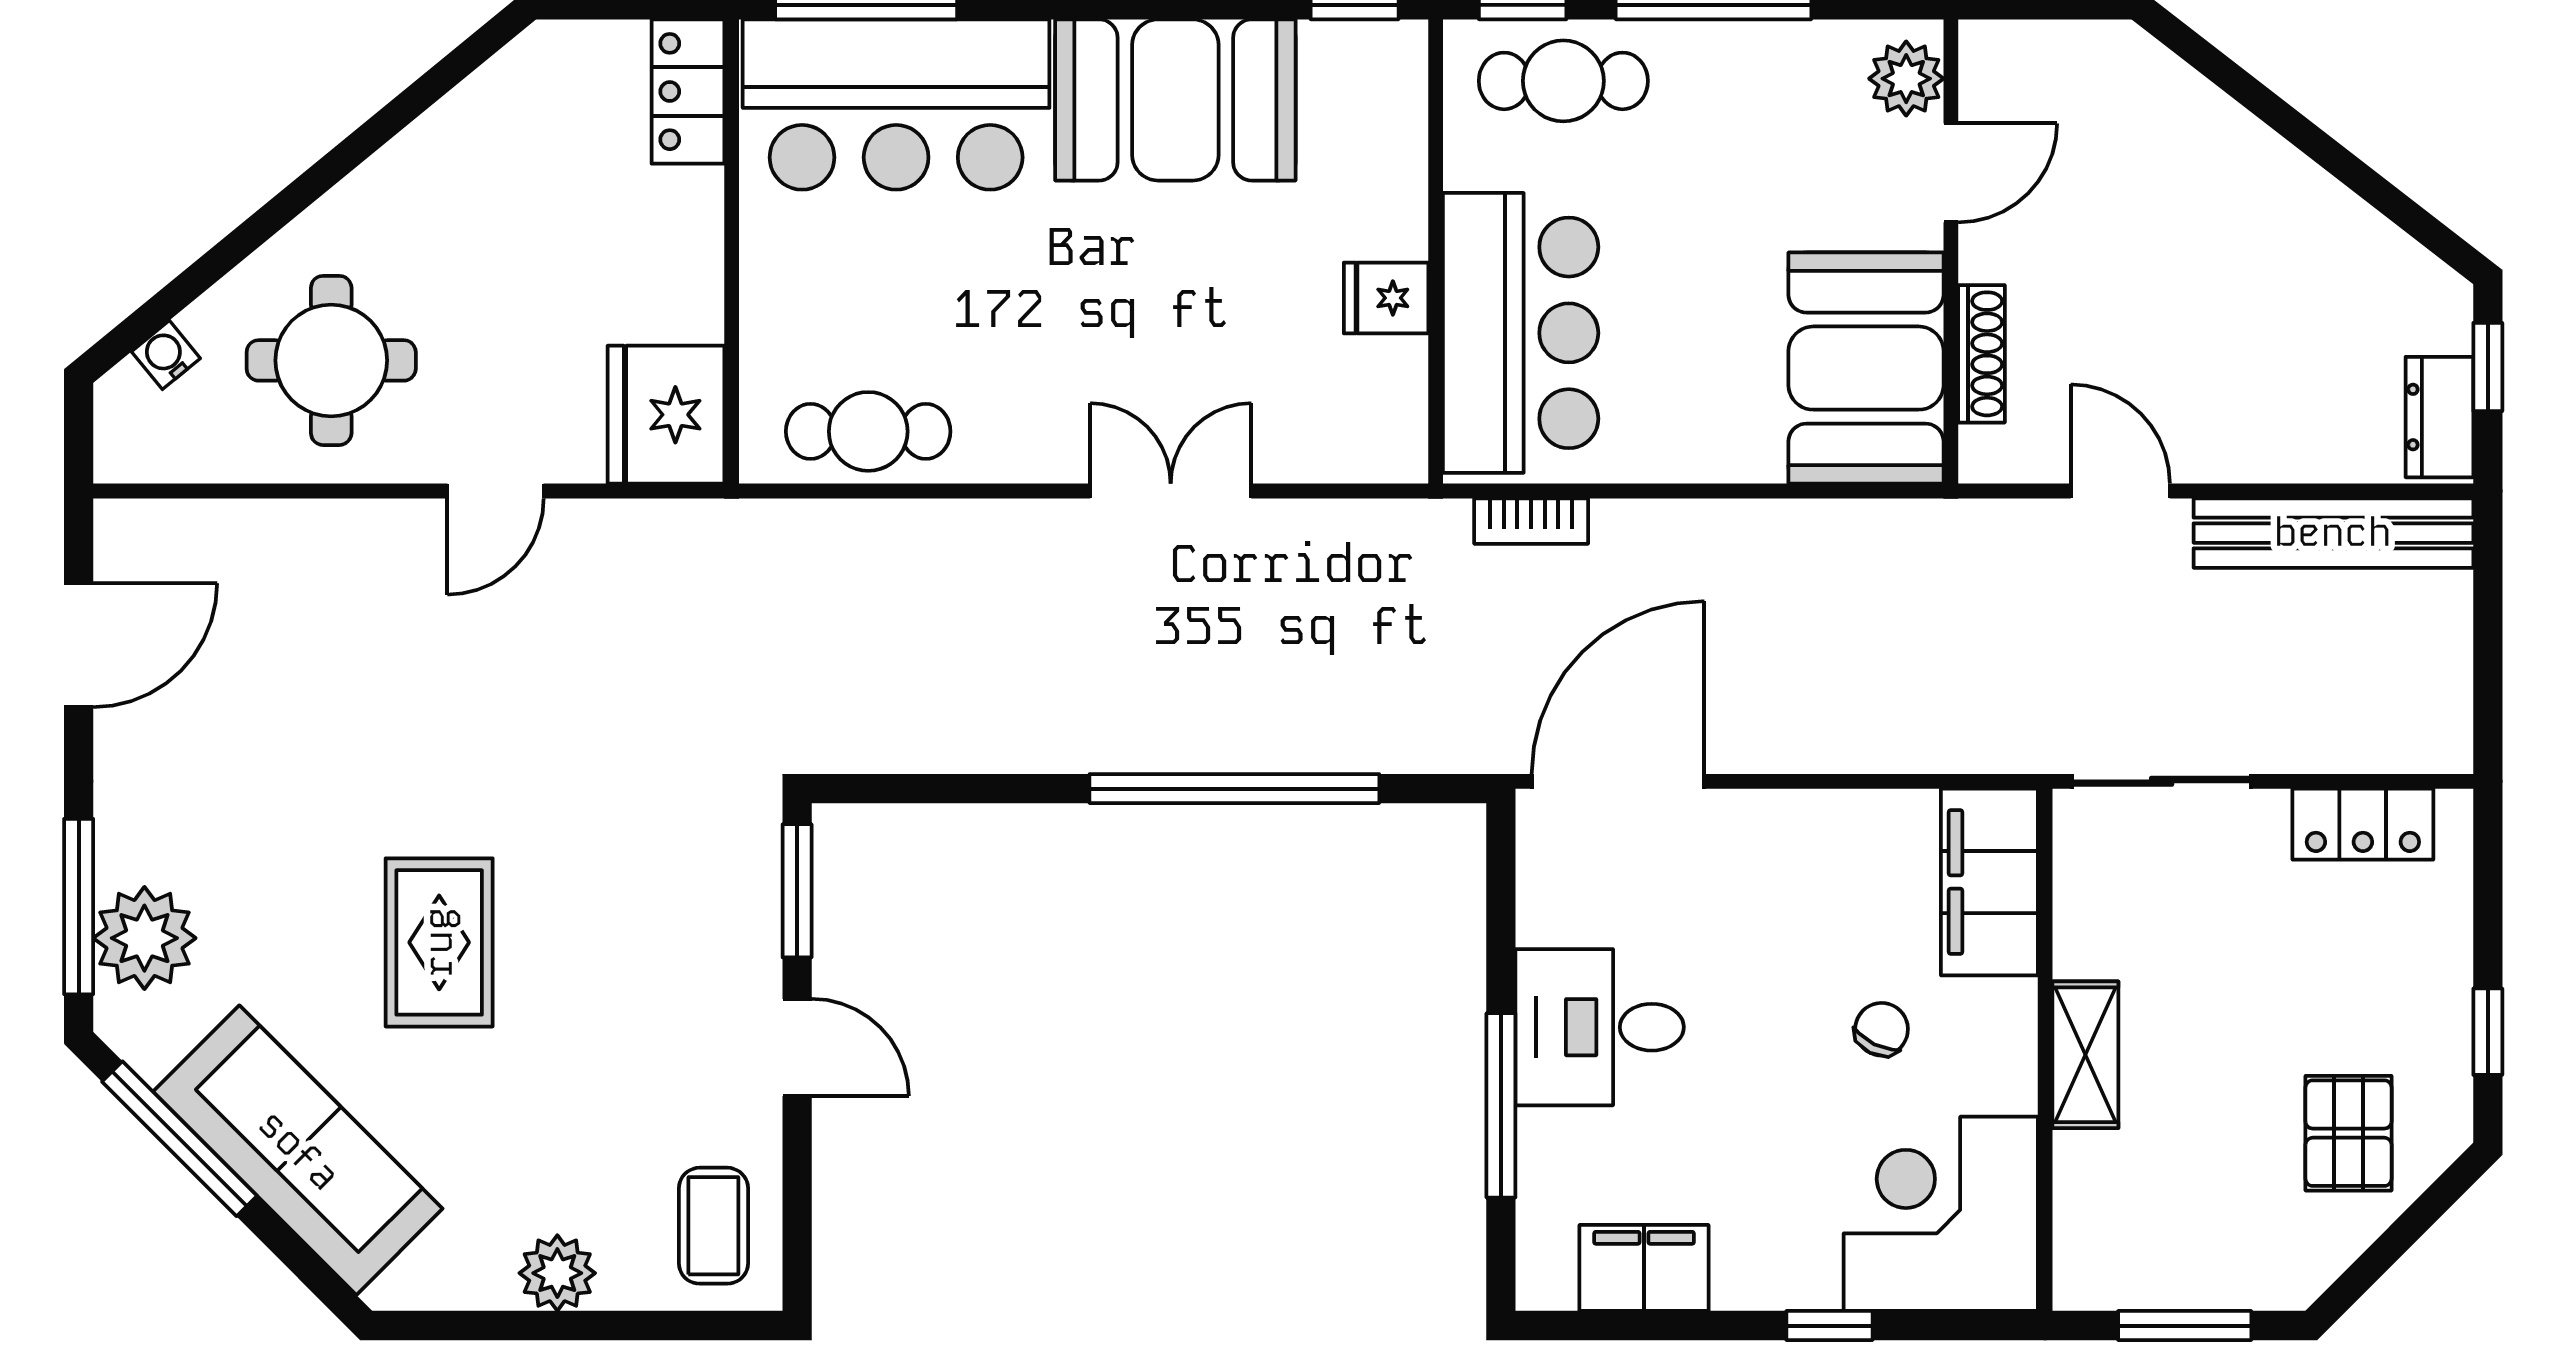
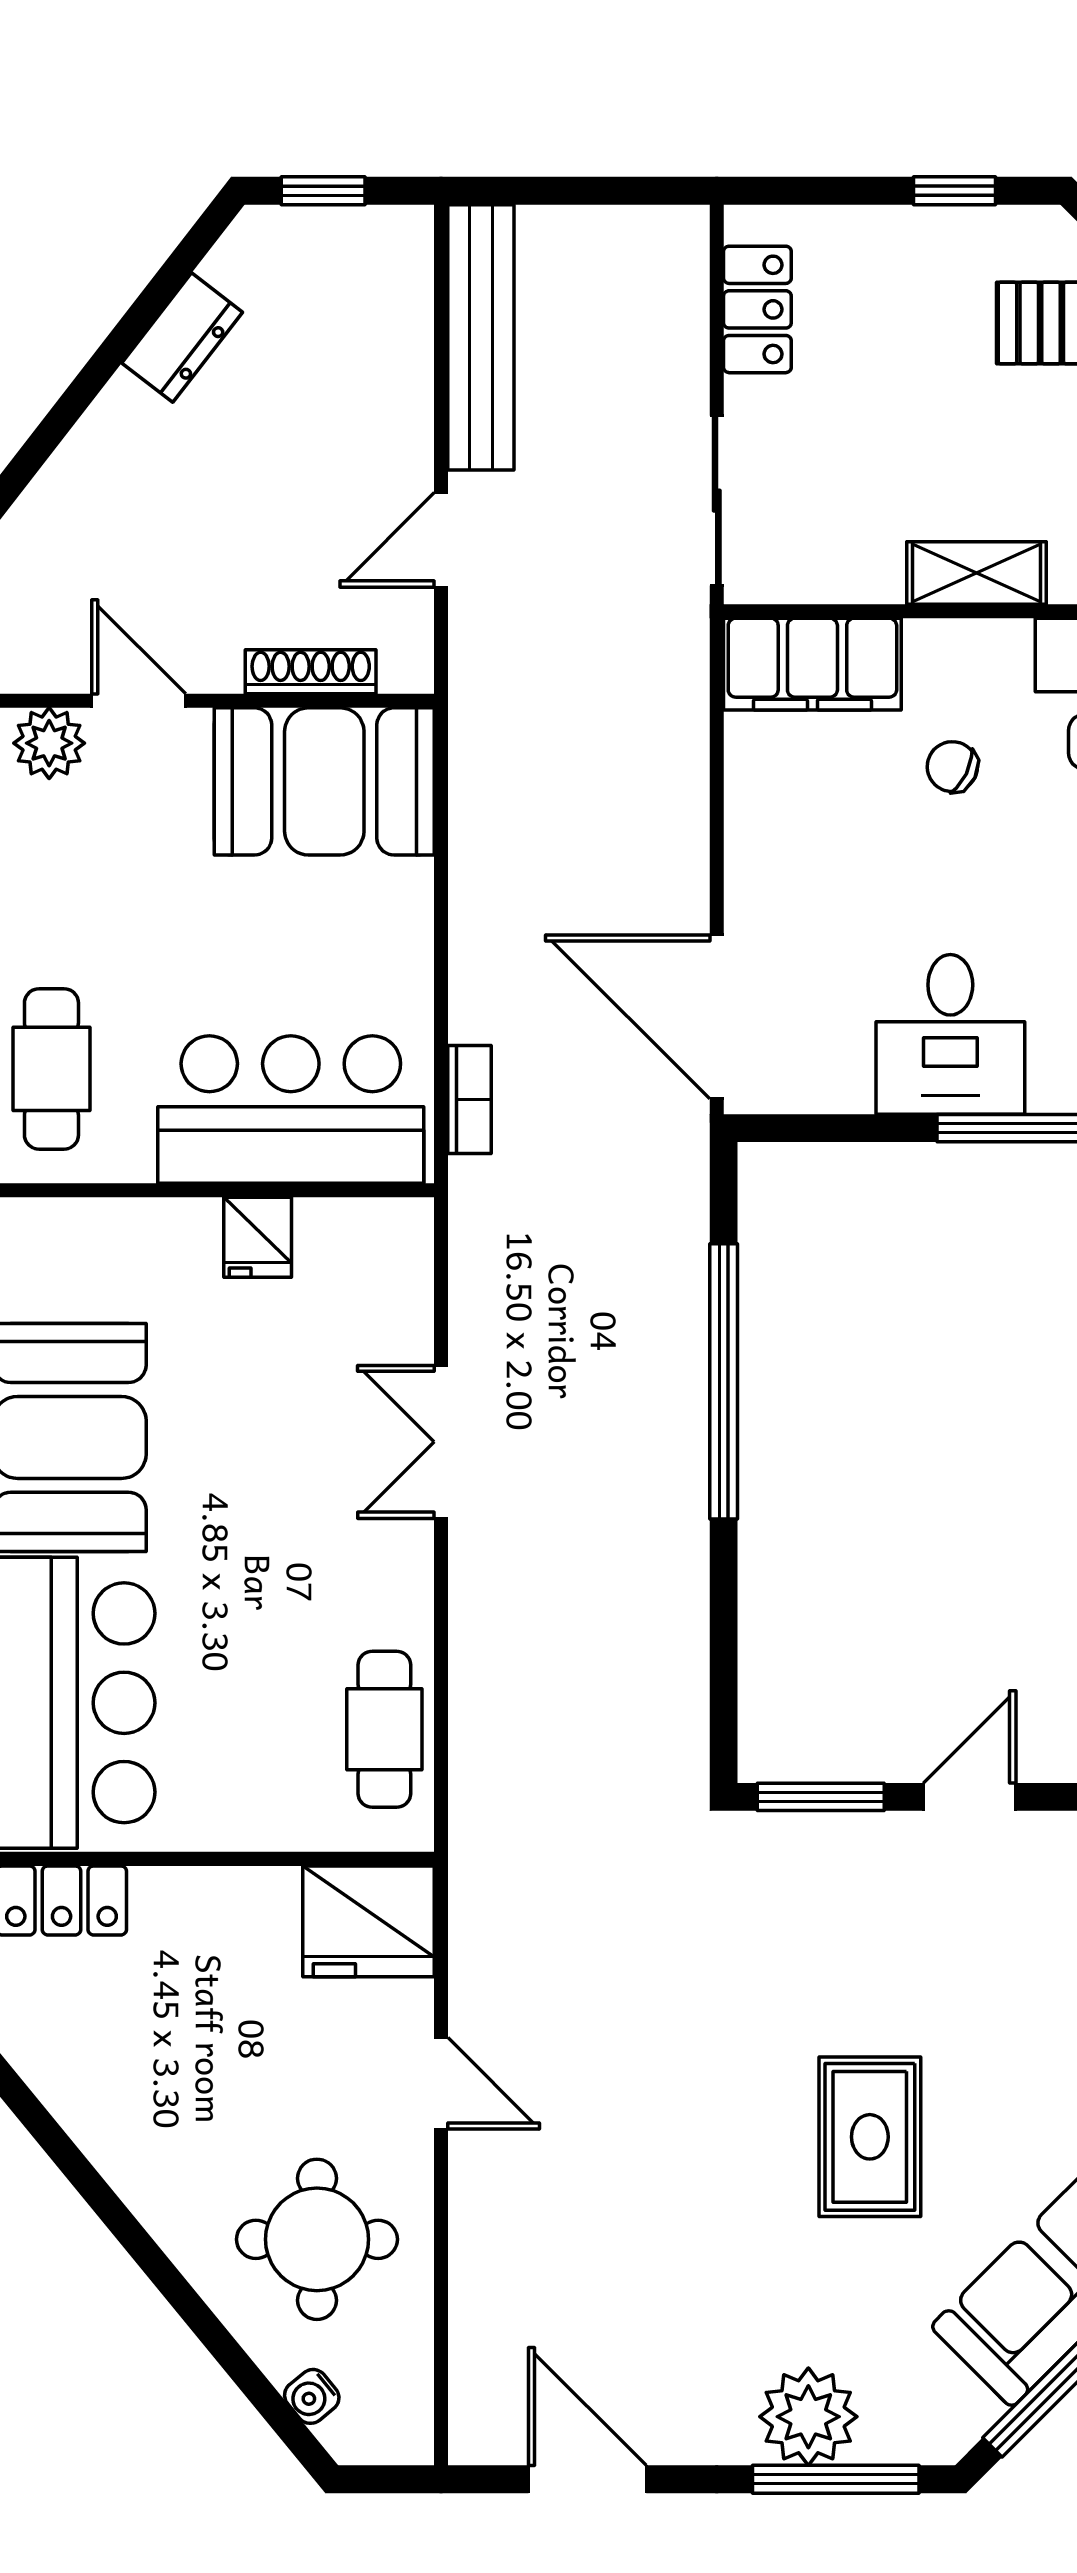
dresser: (2439, 417) -> (182, 338), moved, turned -52
plant: (144, 938) -> (808, 2417), moved
rug: (439, 942) -> (870, 2137), turned 90

